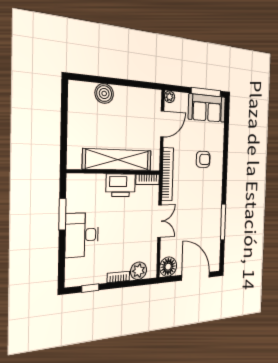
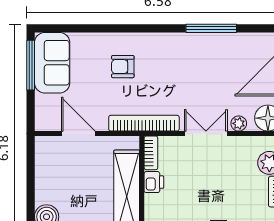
plant: (170, 97) -> (239, 123), moved
armchair: (203, 159) -> (123, 67), turned -90
printer: (121, 185) -> (154, 182), width x0.53, depth x0.68

